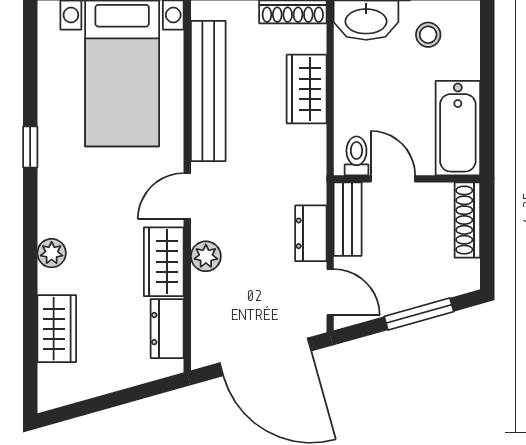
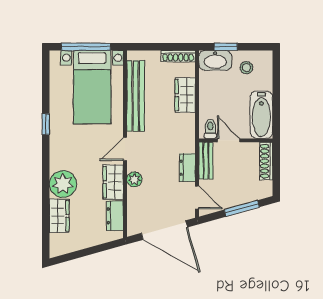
plant: (52, 253) -> (63, 184), width x1.88, depth x1.88

